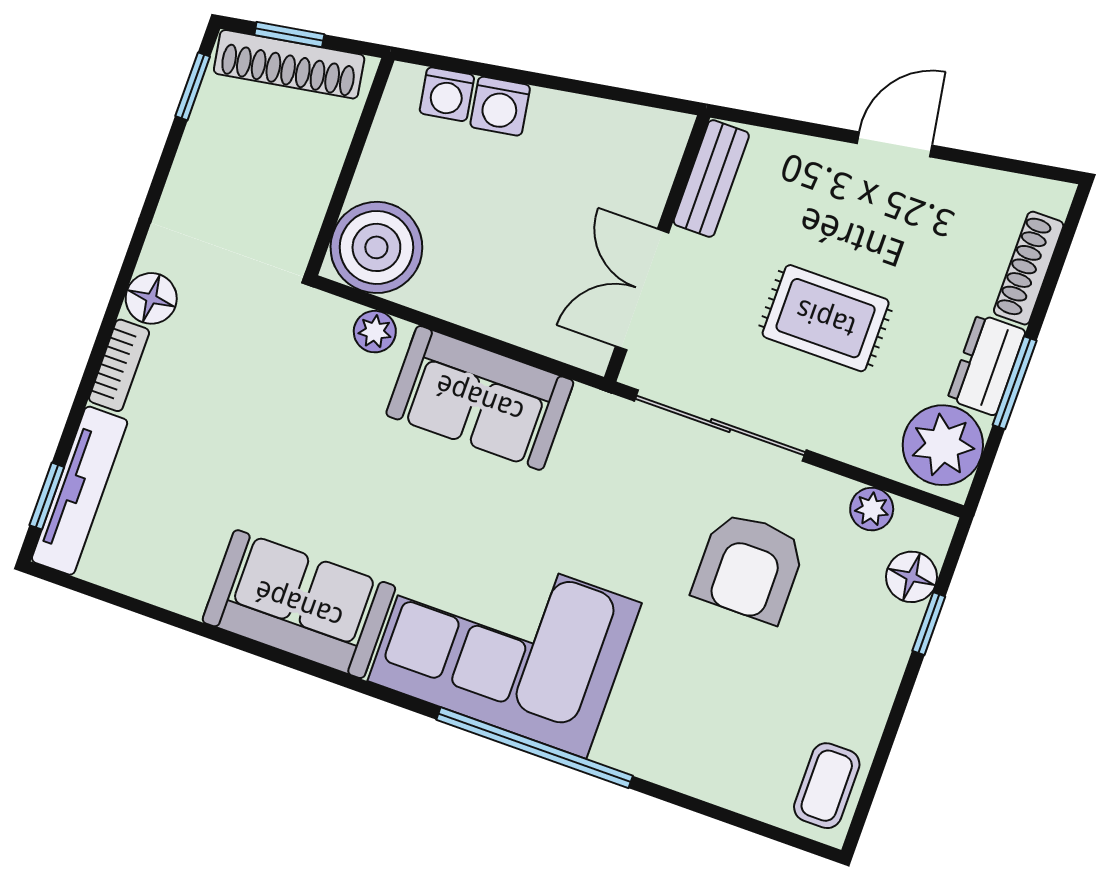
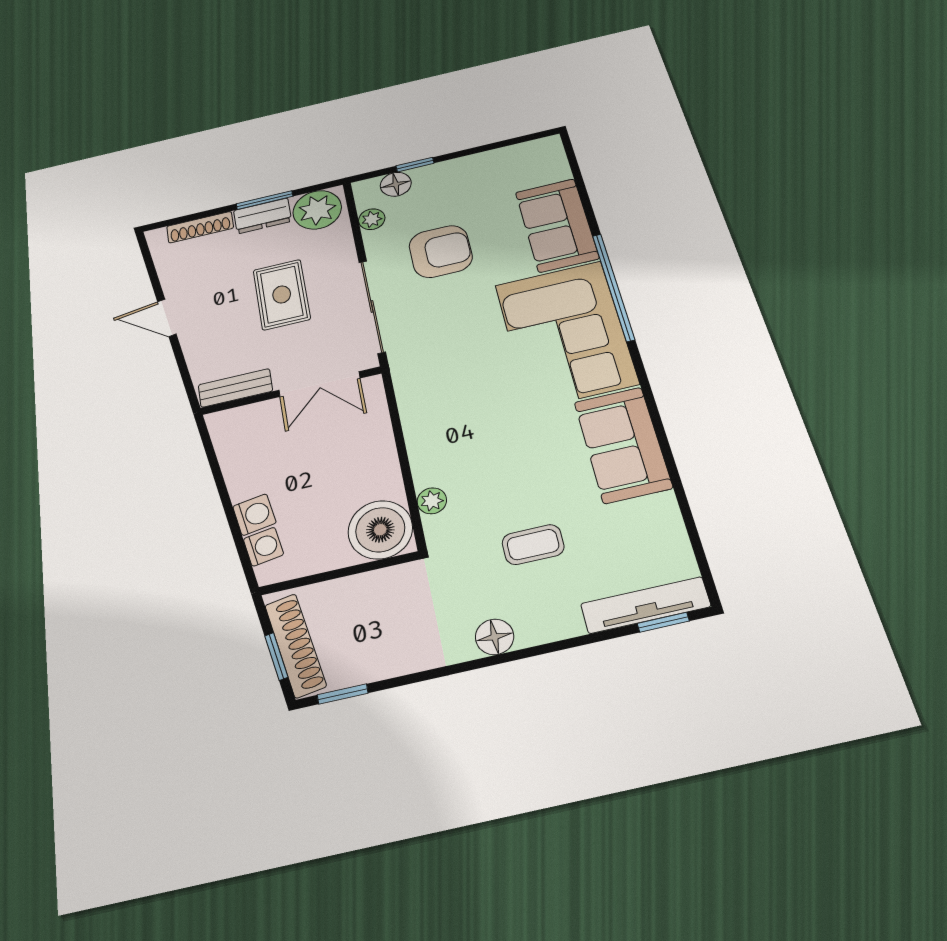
bookcase: (119, 365) -> (550, 630), removed
sofa: (480, 398) -> (557, 225), moved, turned 180
coffee table: (827, 786) -> (533, 545), moved

